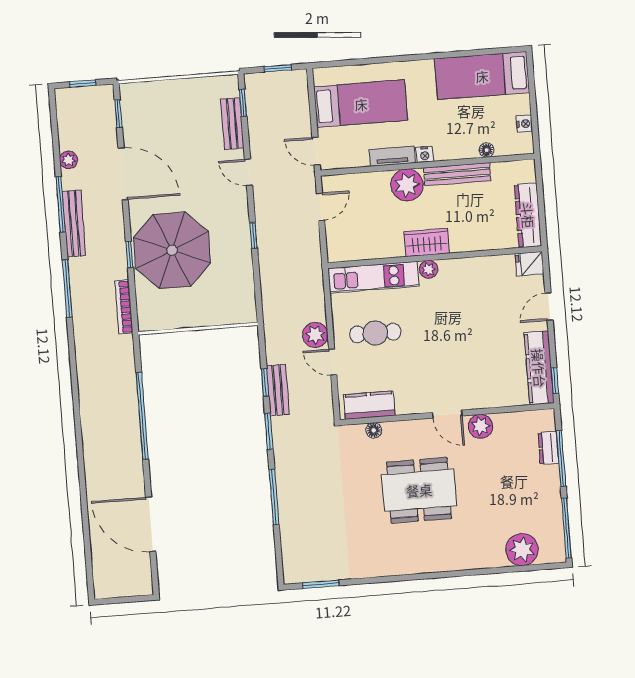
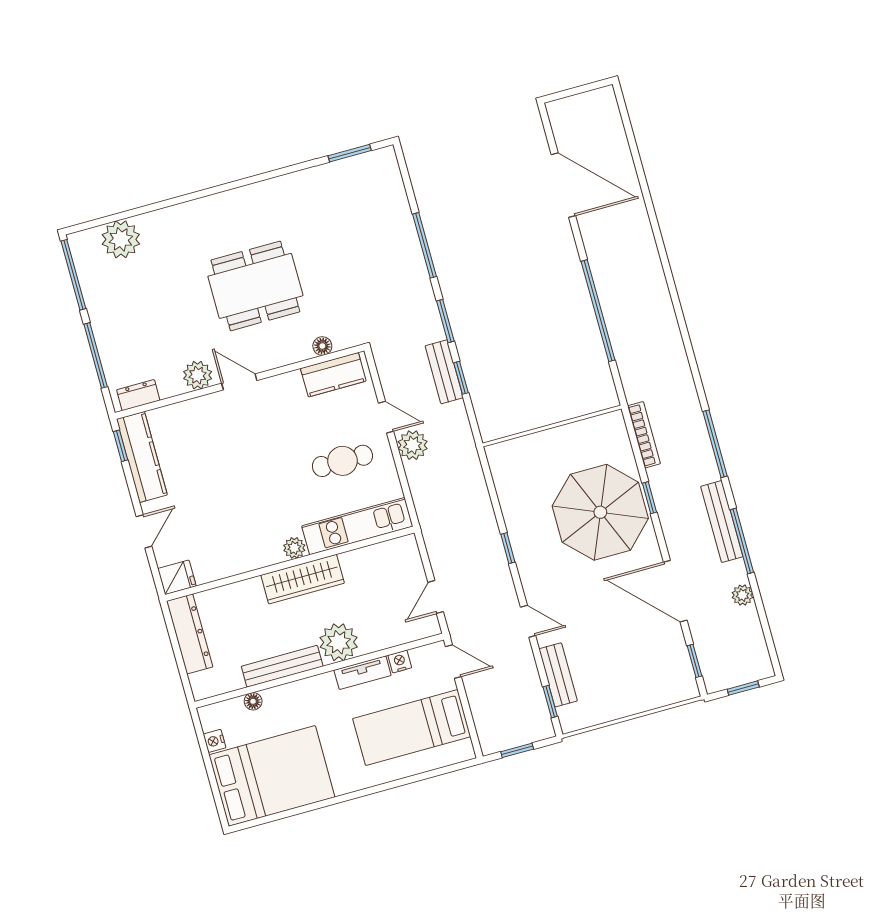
bed: (482, 76) -> (272, 776), width x1.50
nightstand: (425, 154) -> (400, 661), moved
wardrobe: (427, 242) -> (303, 579), width x1.50
dresser: (548, 448) -> (138, 395), moved, turned -90

